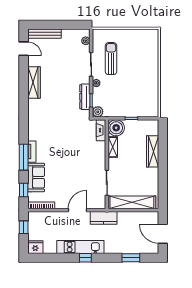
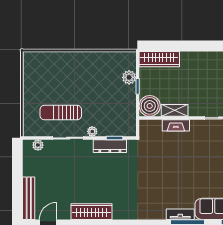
plant: (98, 112) -> (129, 77), moved
fireplace: (101, 130) -> (176, 125), moved
wardrobe: (153, 151) -> (159, 59), moved

